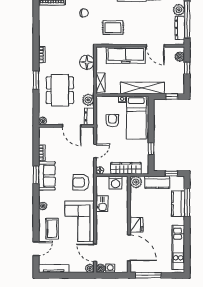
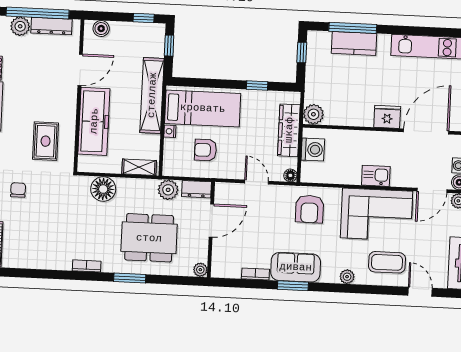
window: (187, 68) -> (144, 18), moved
kitchen counter: (157, 182) -> (316, 78), removed
kitchen sink: (102, 204) -> (376, 176), moved

